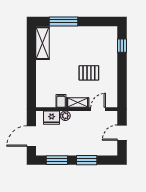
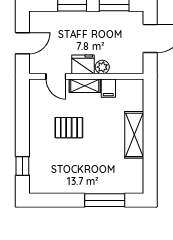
shelving: (43, 43) -> (134, 135), moved
door: (98, 109) -> (56, 76), hinge flipped
fridge: (52, 118) -> (83, 64), moved

